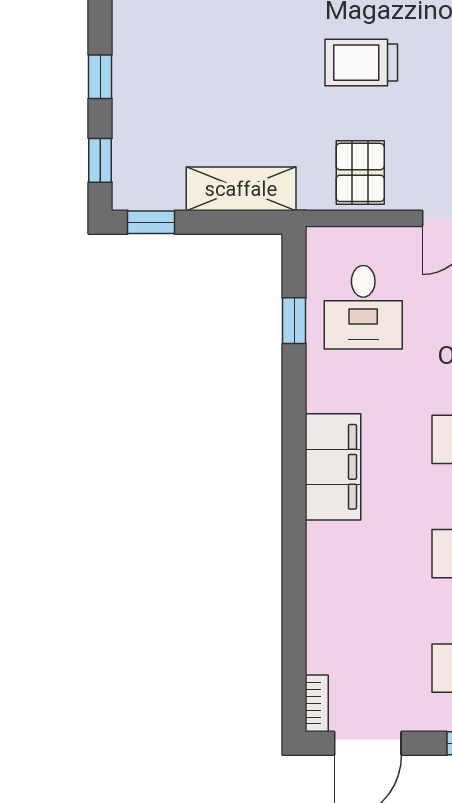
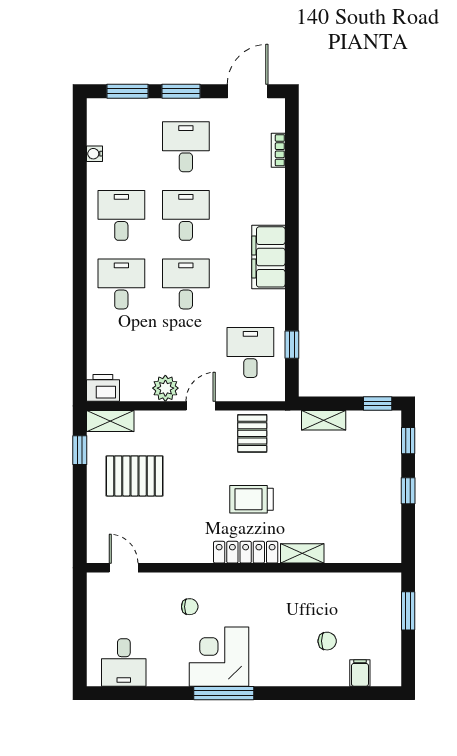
trolley: (361, 63) -> (252, 499), turned 180
shelving: (241, 189) -> (324, 420), width x0.67, depth x0.75
bookcase: (317, 703) -> (278, 150), moved

